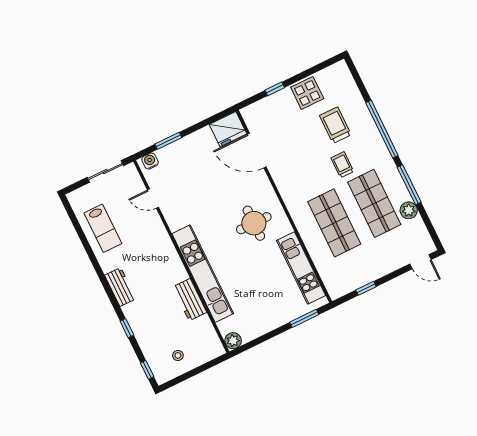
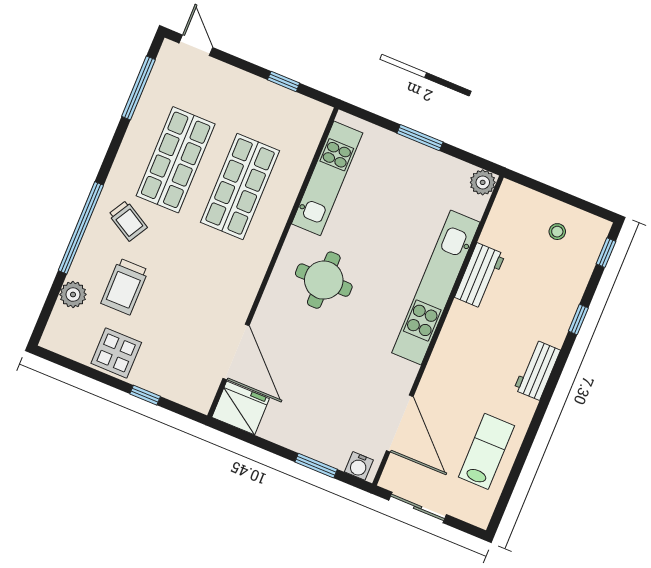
trolley: (342, 165) -> (128, 221), moved, turned -60
window: (409, 185) -> (138, 88), moved
door: (153, 199) -> (400, 424), width x1.87
plant: (409, 210) -> (73, 295), moved
window: (304, 318) -> (420, 138), moved

